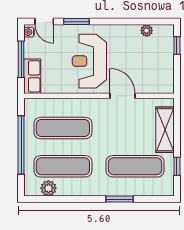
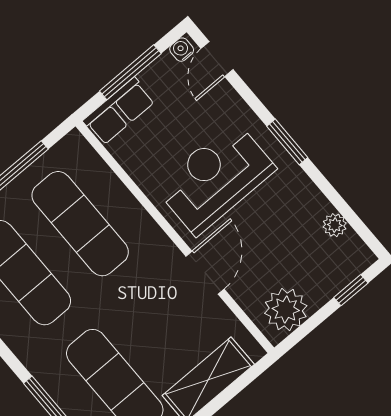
window: (76, 22) -> (287, 142), moved
plant: (163, 77) -> (286, 310), added

